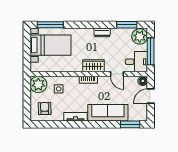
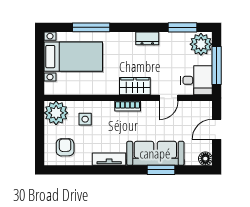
window: (50, 25) -> (91, 27), moved
door: (117, 74) -> (168, 98), hinge flipped
floor lamp: (143, 81) -> (205, 159), moved
window: (130, 124) -> (161, 170), moved

